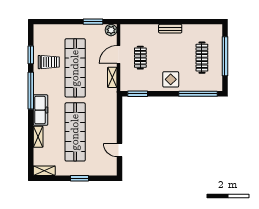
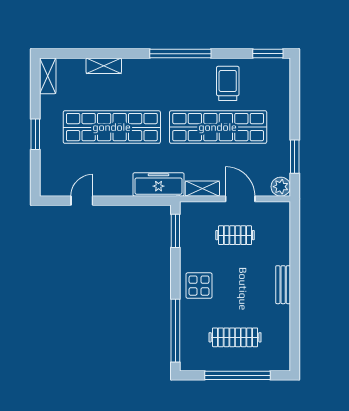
window: (31, 55) -> (268, 54), moved
trolley: (49, 62) -> (228, 83), turned 180
freezer: (41, 110) -> (159, 184), moved, turned 180

